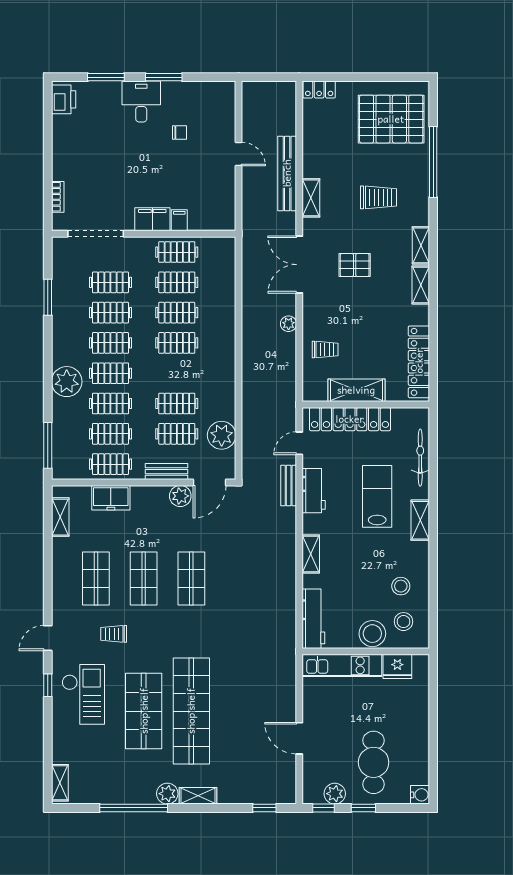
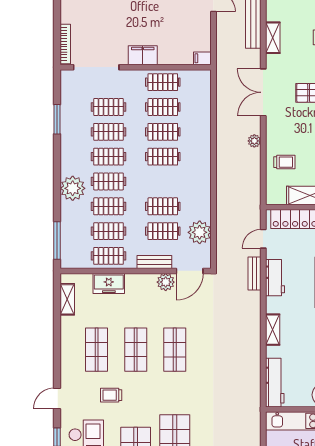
bookcase: (58, 197) -> (65, 44), width x1.56
filing cabinet: (179, 220) -> (202, 58), moved, turned -90

